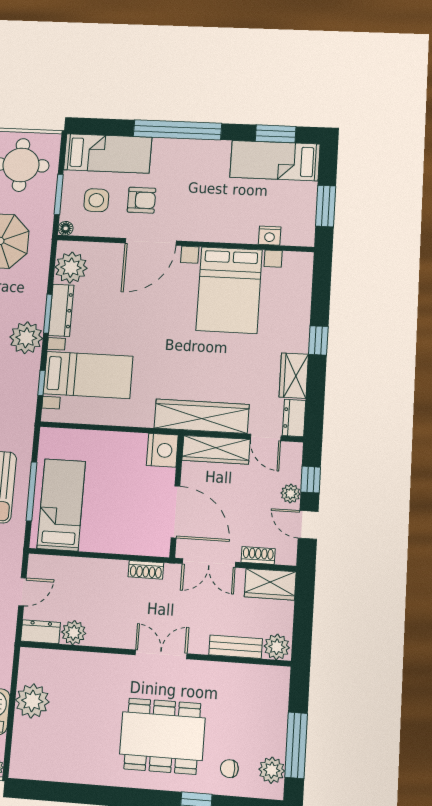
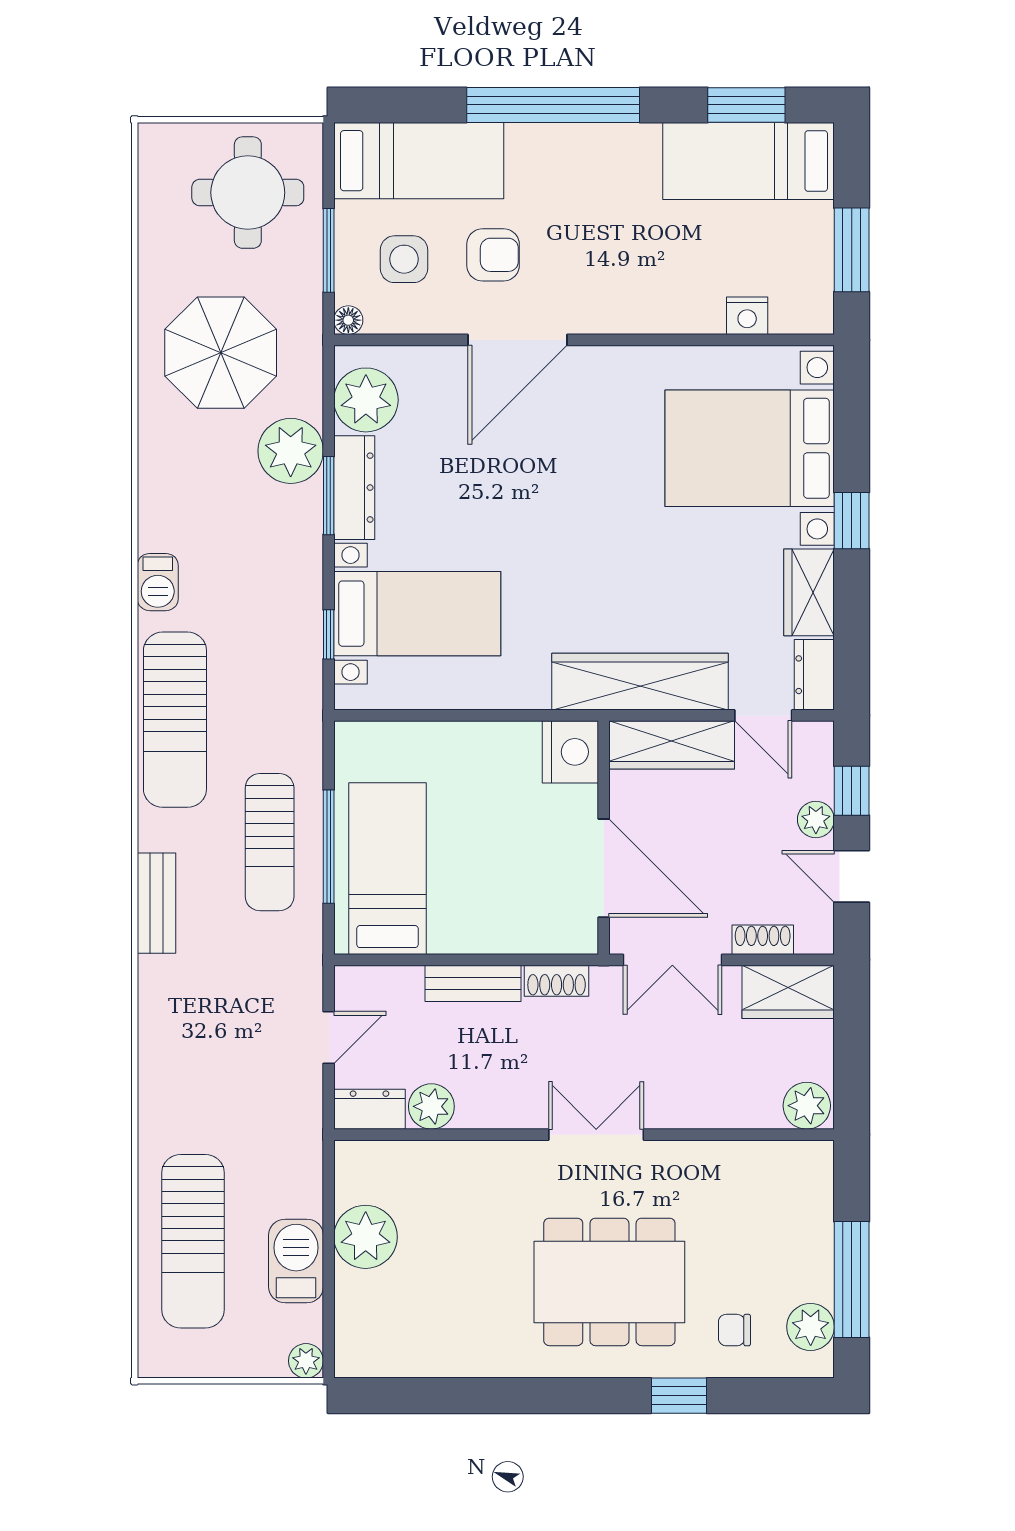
bed with nightstands: (229, 290) -> (750, 448), moved, turned 90
plant: (26, 338) -> (291, 451), moved
bench: (236, 647) -> (473, 983), moved

